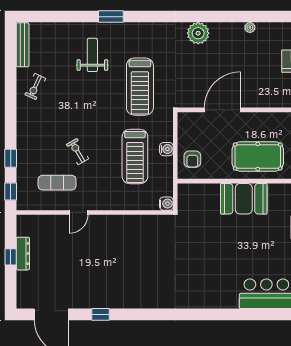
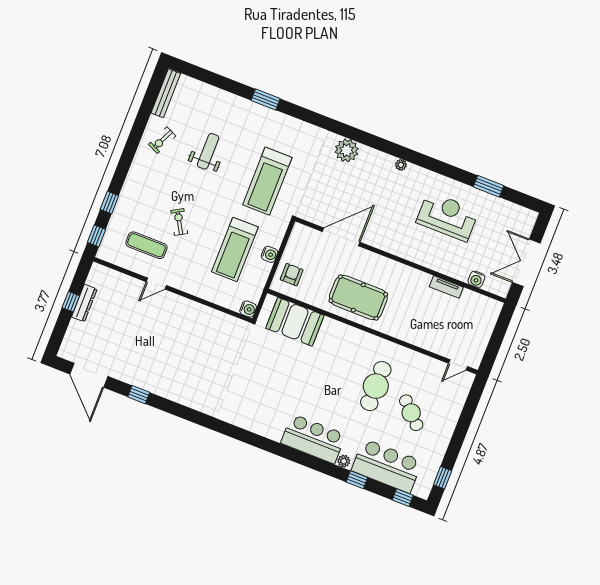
weight bench: (92, 55) -> (208, 151), moved
armchair: (192, 159) -> (292, 275), turned 180
booth: (244, 199) -> (295, 322), moved

